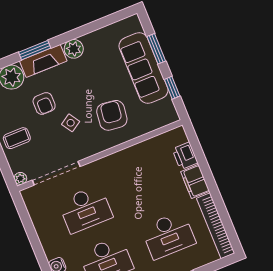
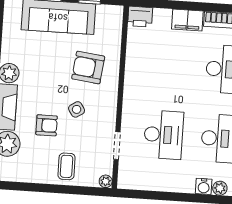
printer: (185, 156) -> (140, 17), moved
doorway: (56, 173) -> (117, 146), width x0.53

